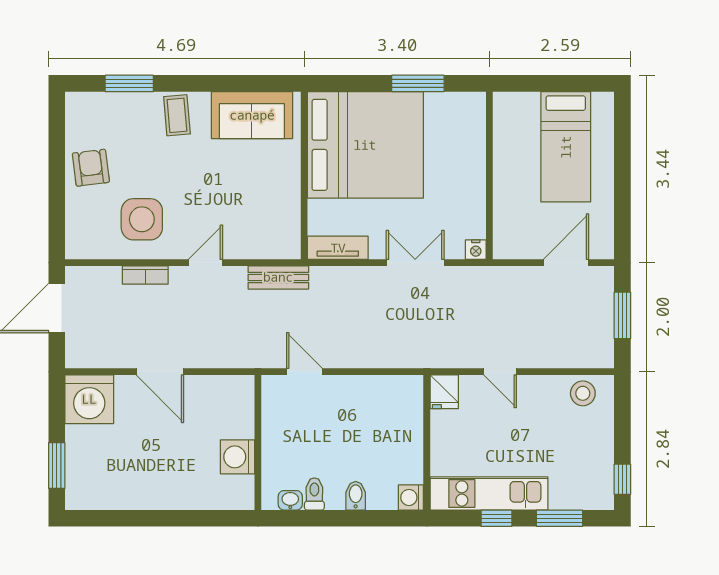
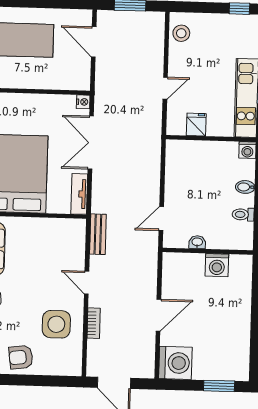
double door: (415, 263) -> (91, 143), width x1.37
fridge: (444, 392) -> (196, 125), moved, turned -90
washbasin: (290, 500) -> (197, 242), moved, turned 90

